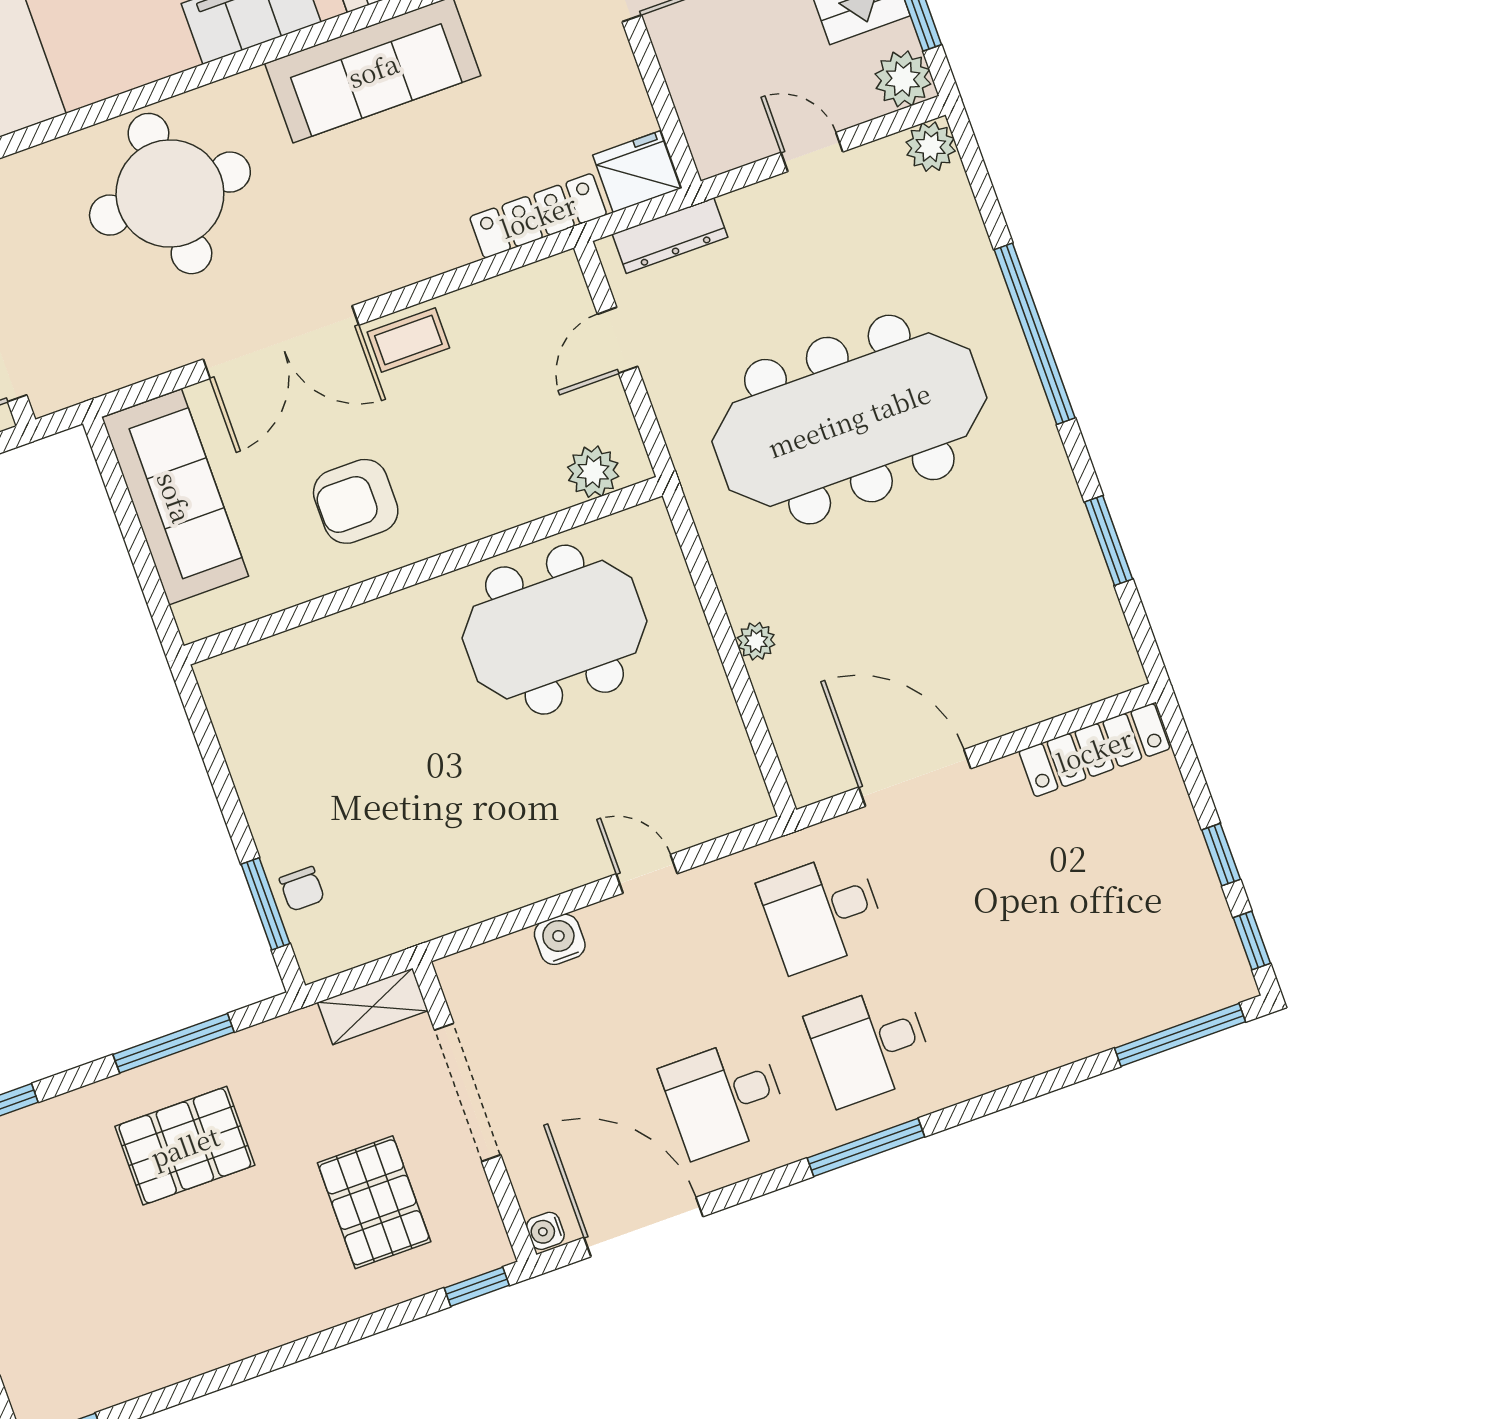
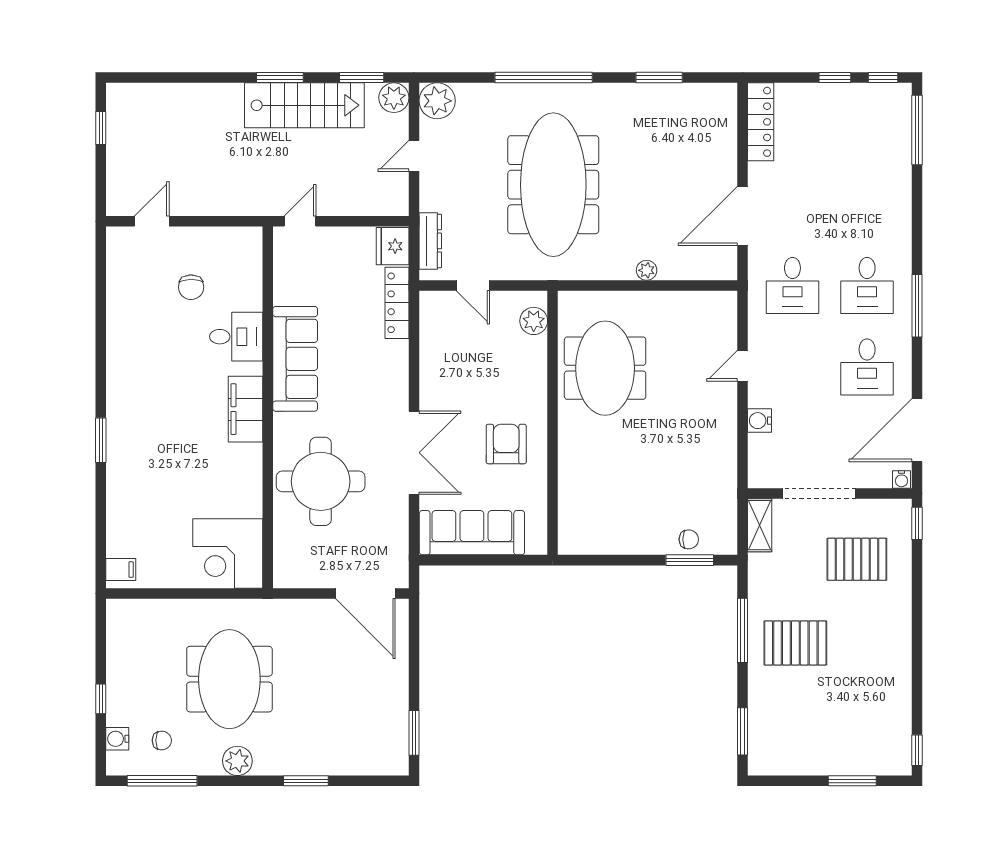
plant: (931, 147) -> (437, 101), width x1.36, depth x1.36
coffee table: (408, 340) -> (436, 389), removed
armchair: (356, 501) -> (506, 444), turned 180
pallet: (185, 1146) -> (795, 643), turned 90

